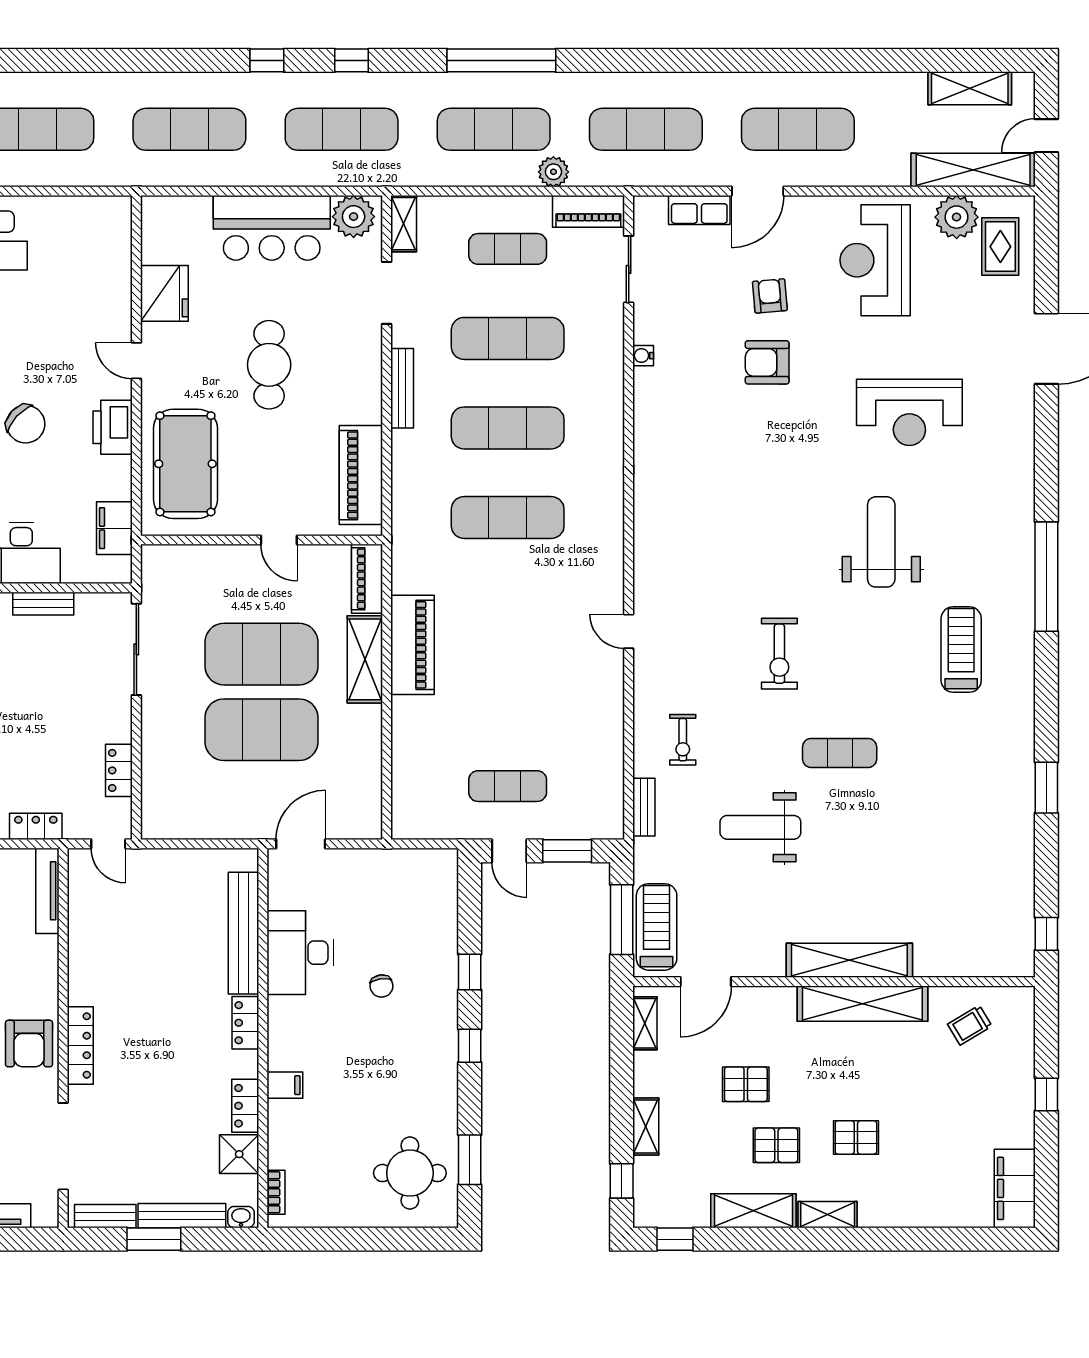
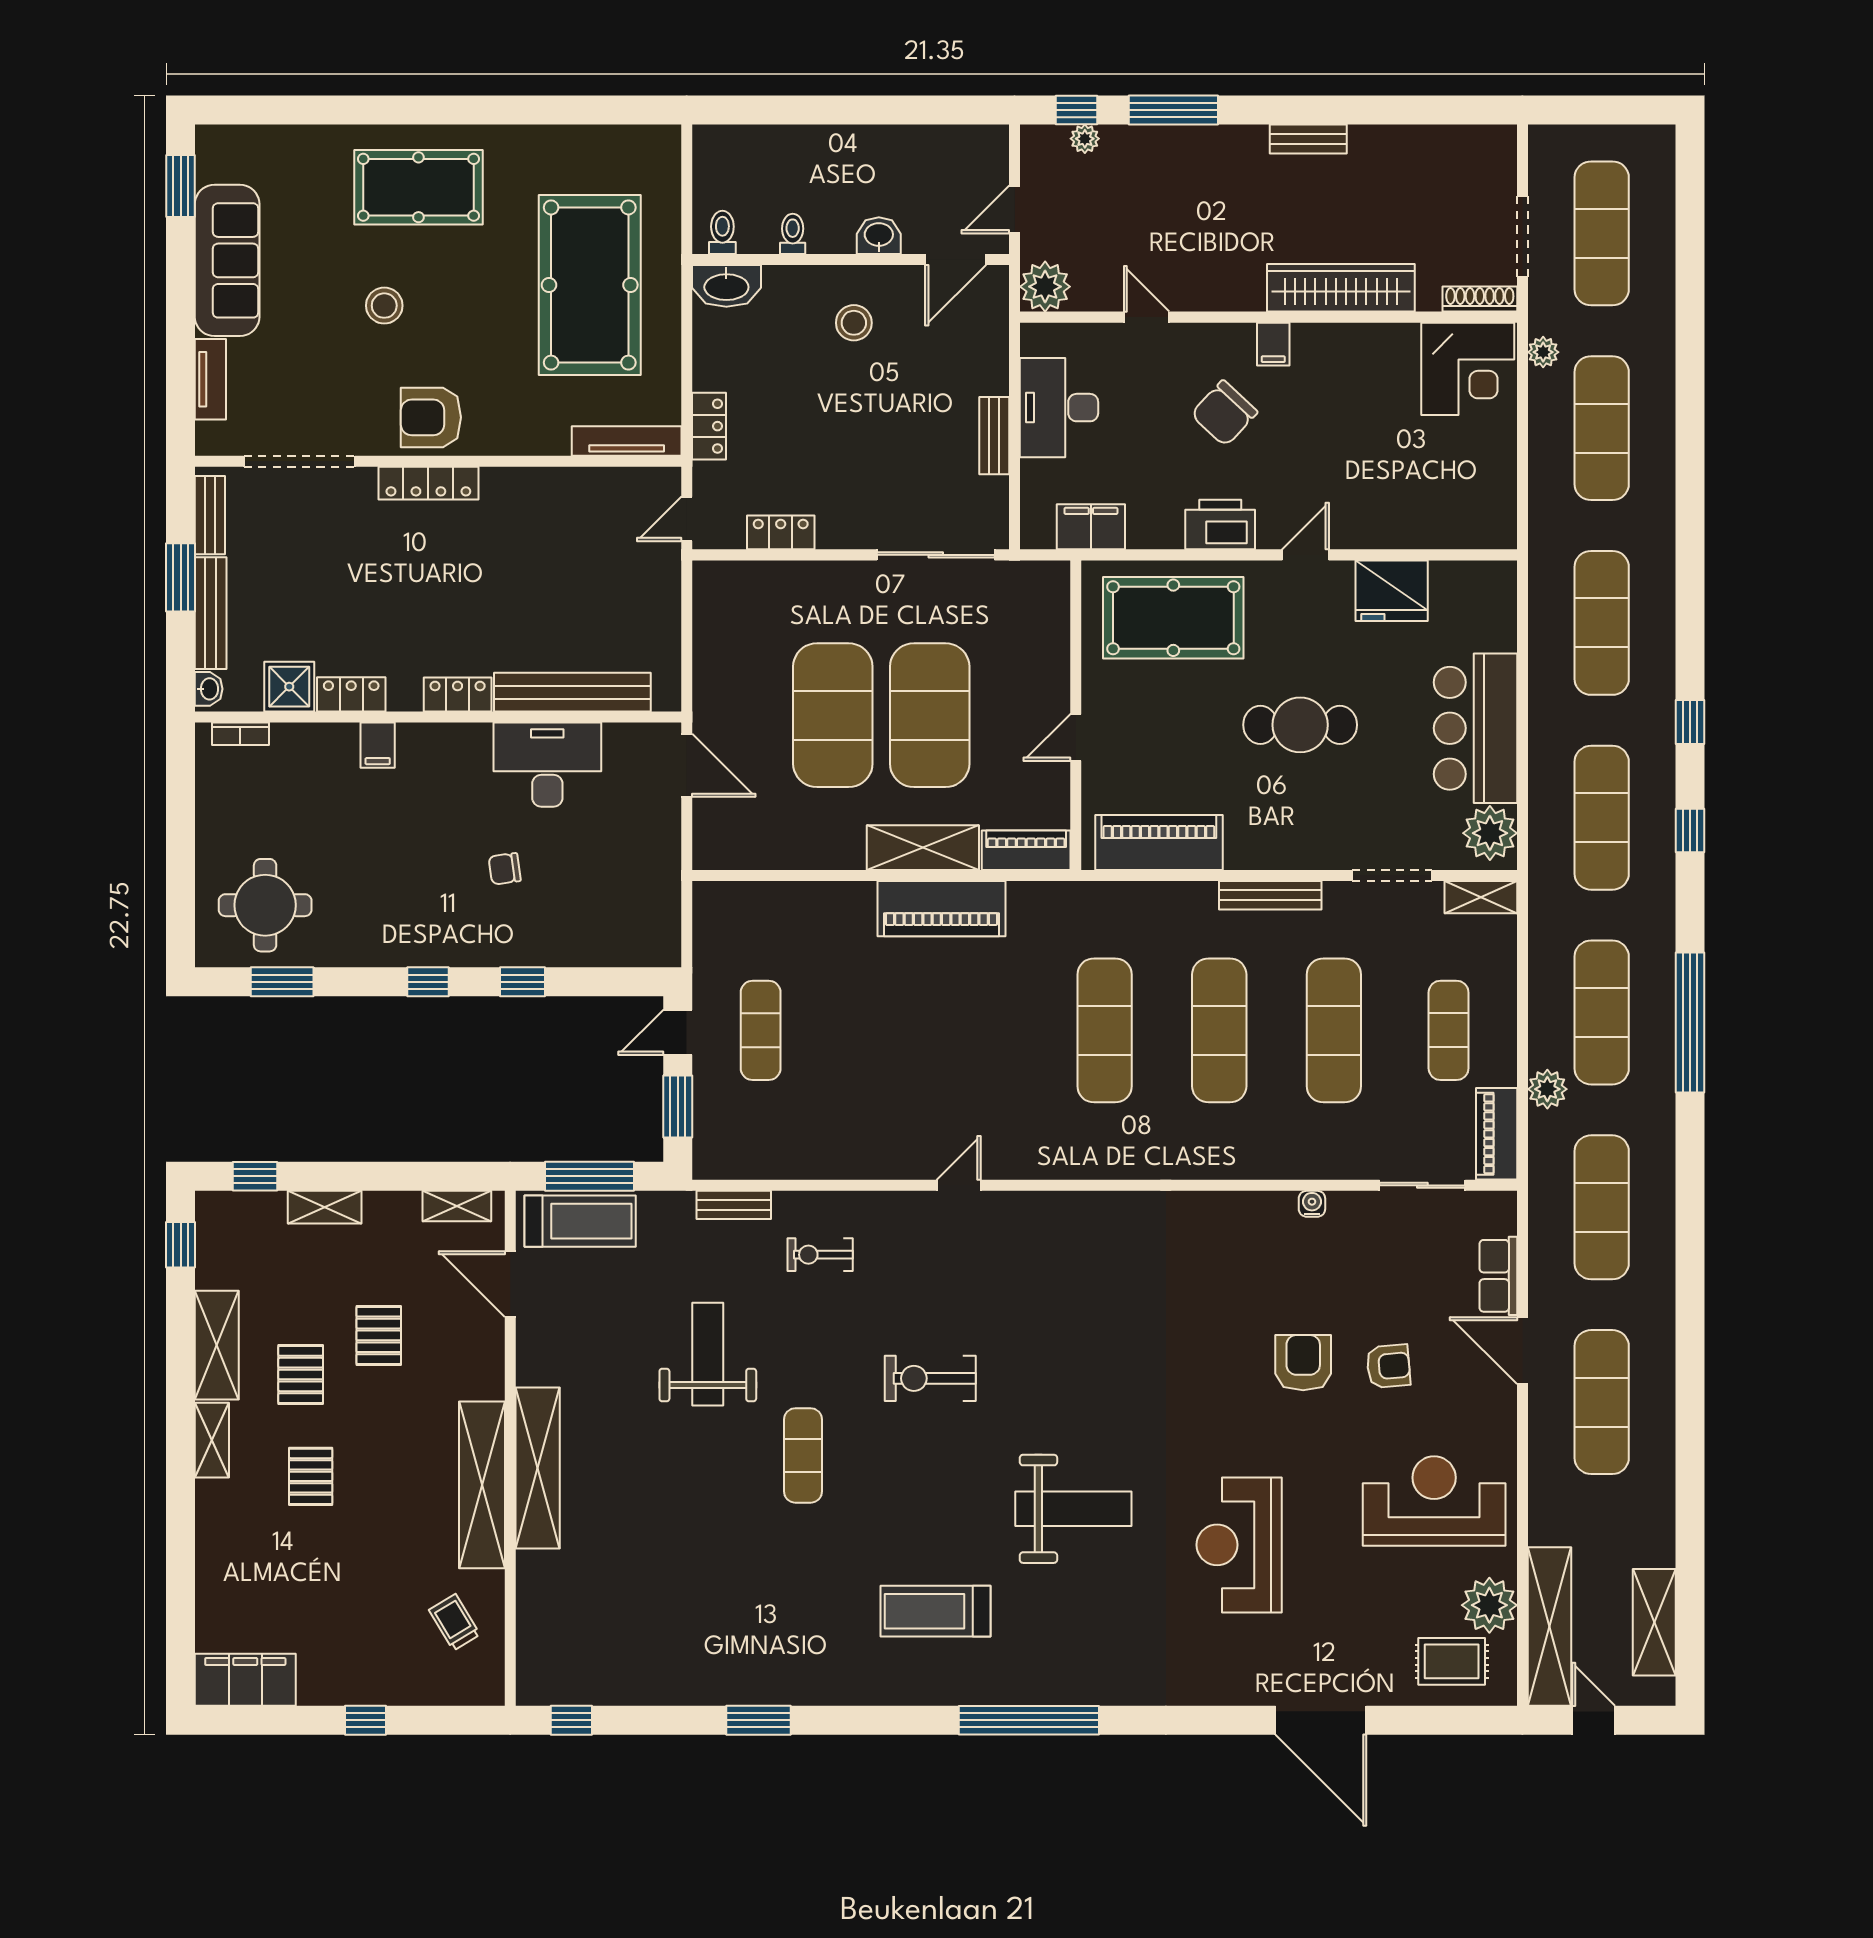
treadmill: (961, 650) -> (936, 1611), turned 180

